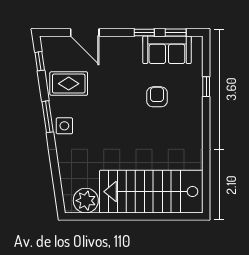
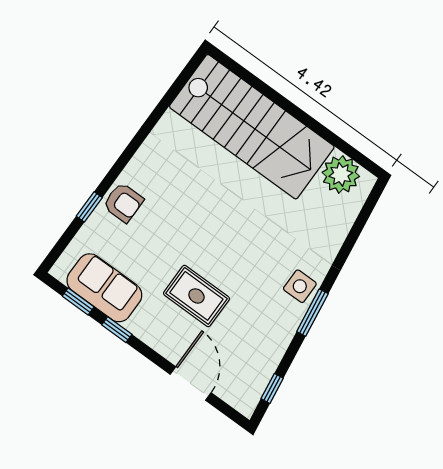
rug: (69, 84) -> (196, 296), moved
armchair: (157, 97) -> (123, 203), moved, turned -90

